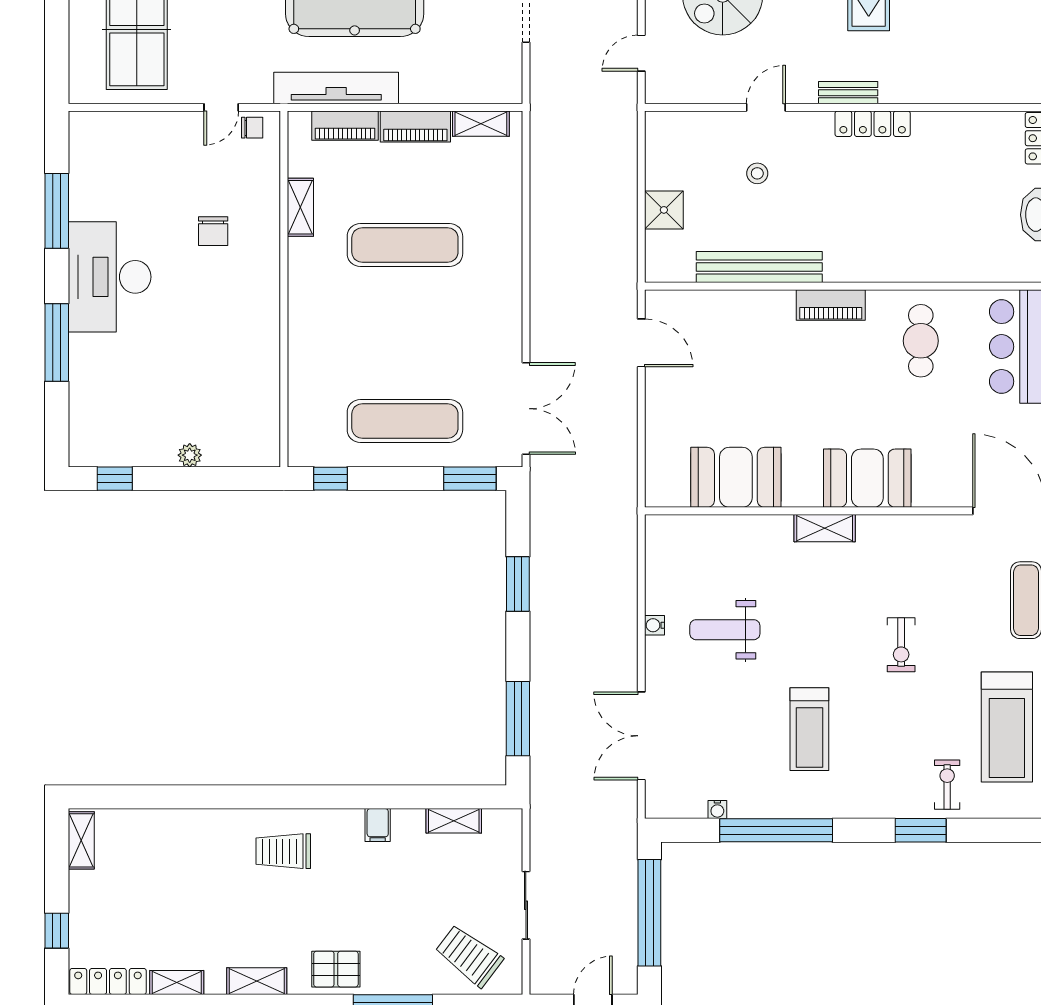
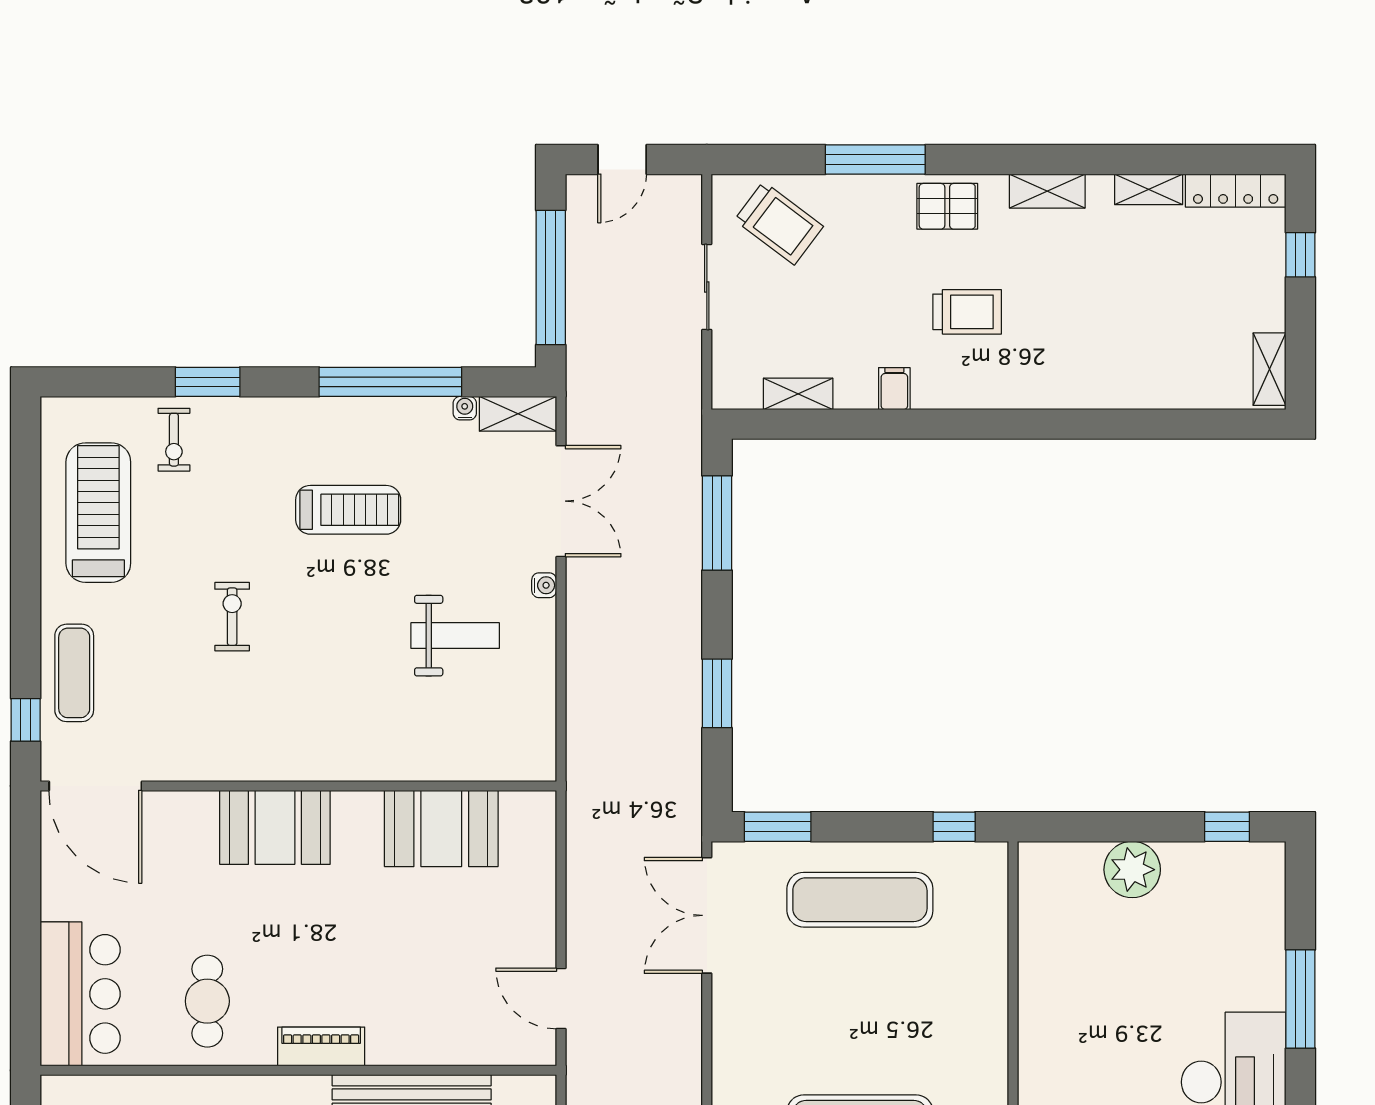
plant: (190, 455) -> (1132, 870), width x1.88, depth x1.88
shelving: (825, 528) -> (518, 414), moved
water cooler: (655, 625) -> (544, 585), moved
treadmill: (809, 729) -> (348, 510), turned 90
trolley: (283, 851) -> (967, 312), moved

